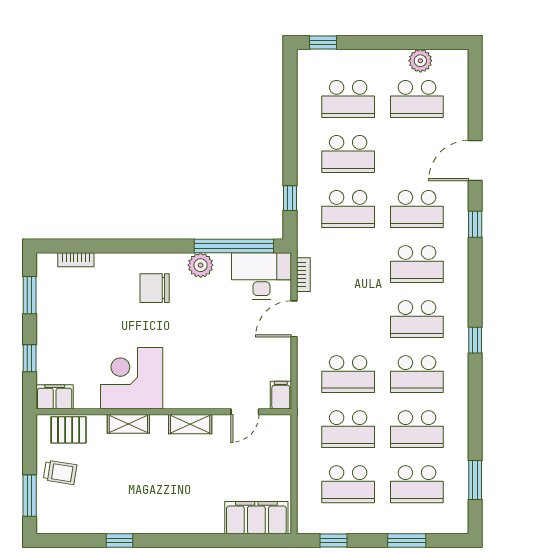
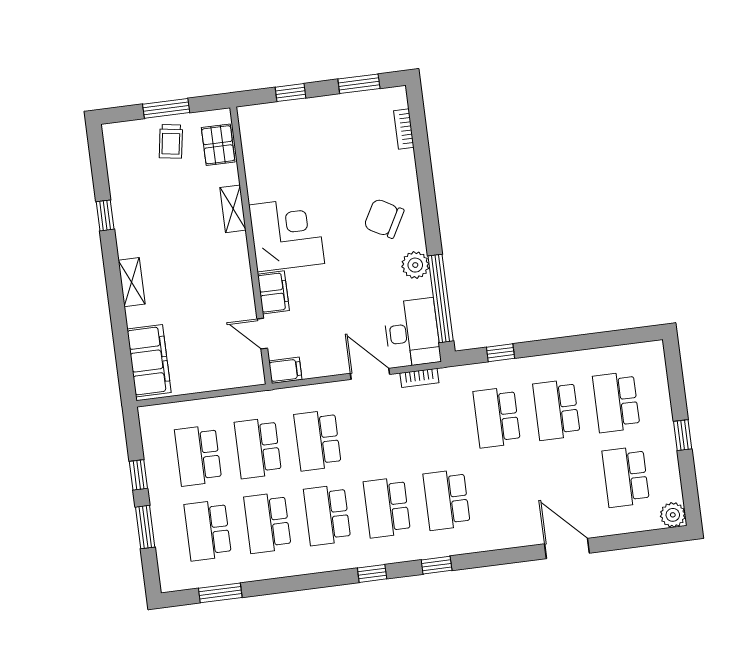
window: (323, 43) -> (683, 435), moved
plant: (420, 61) -> (673, 515), moved
school desk: (417, 209) -> (506, 492), removed
window: (475, 224) -> (437, 565), moved
chair: (155, 288) -> (384, 218), turned -61
corner desk: (132, 378) -> (287, 234), moved
filing cabinet: (55, 397) -> (273, 292), moved
shelving: (190, 424) -> (132, 282), moved
window: (30, 496) -> (166, 108), moved
window: (333, 541) -> (138, 475), moved

